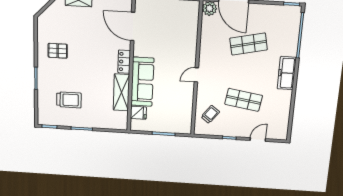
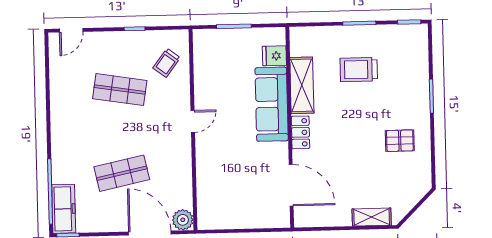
freezer: (287, 73) -> (64, 209), moved
trolley: (69, 100) -> (359, 70), moved
door: (258, 140) -> (71, 30), moved

